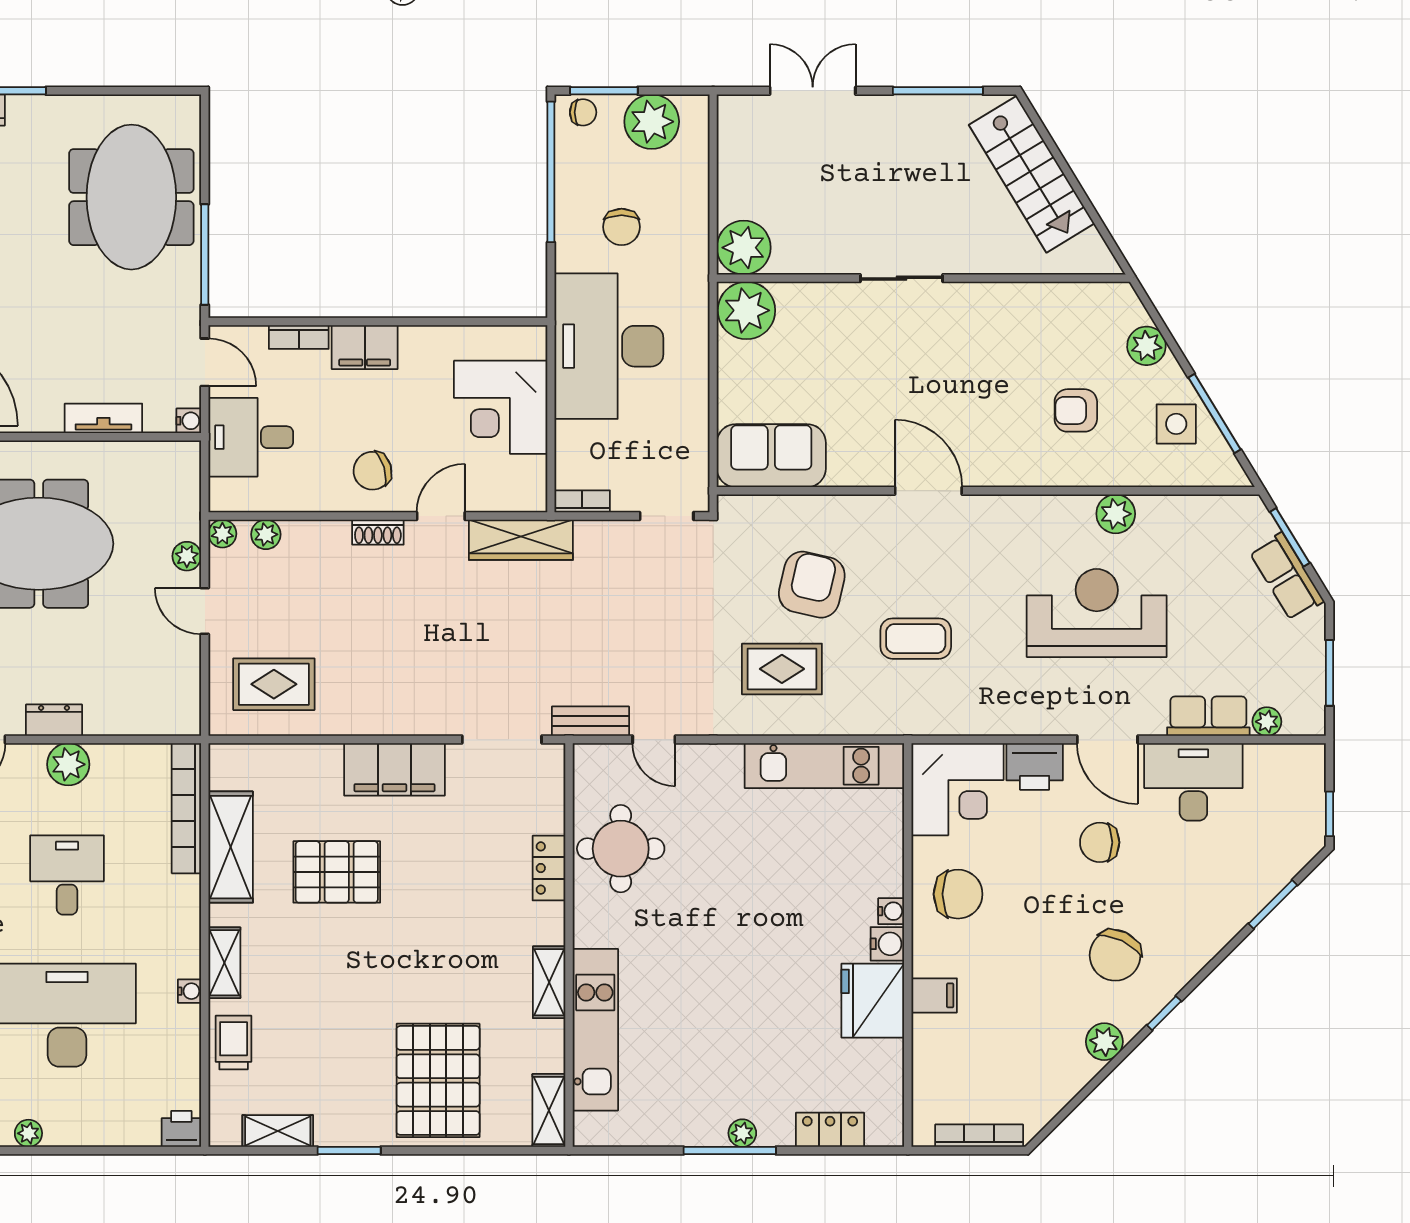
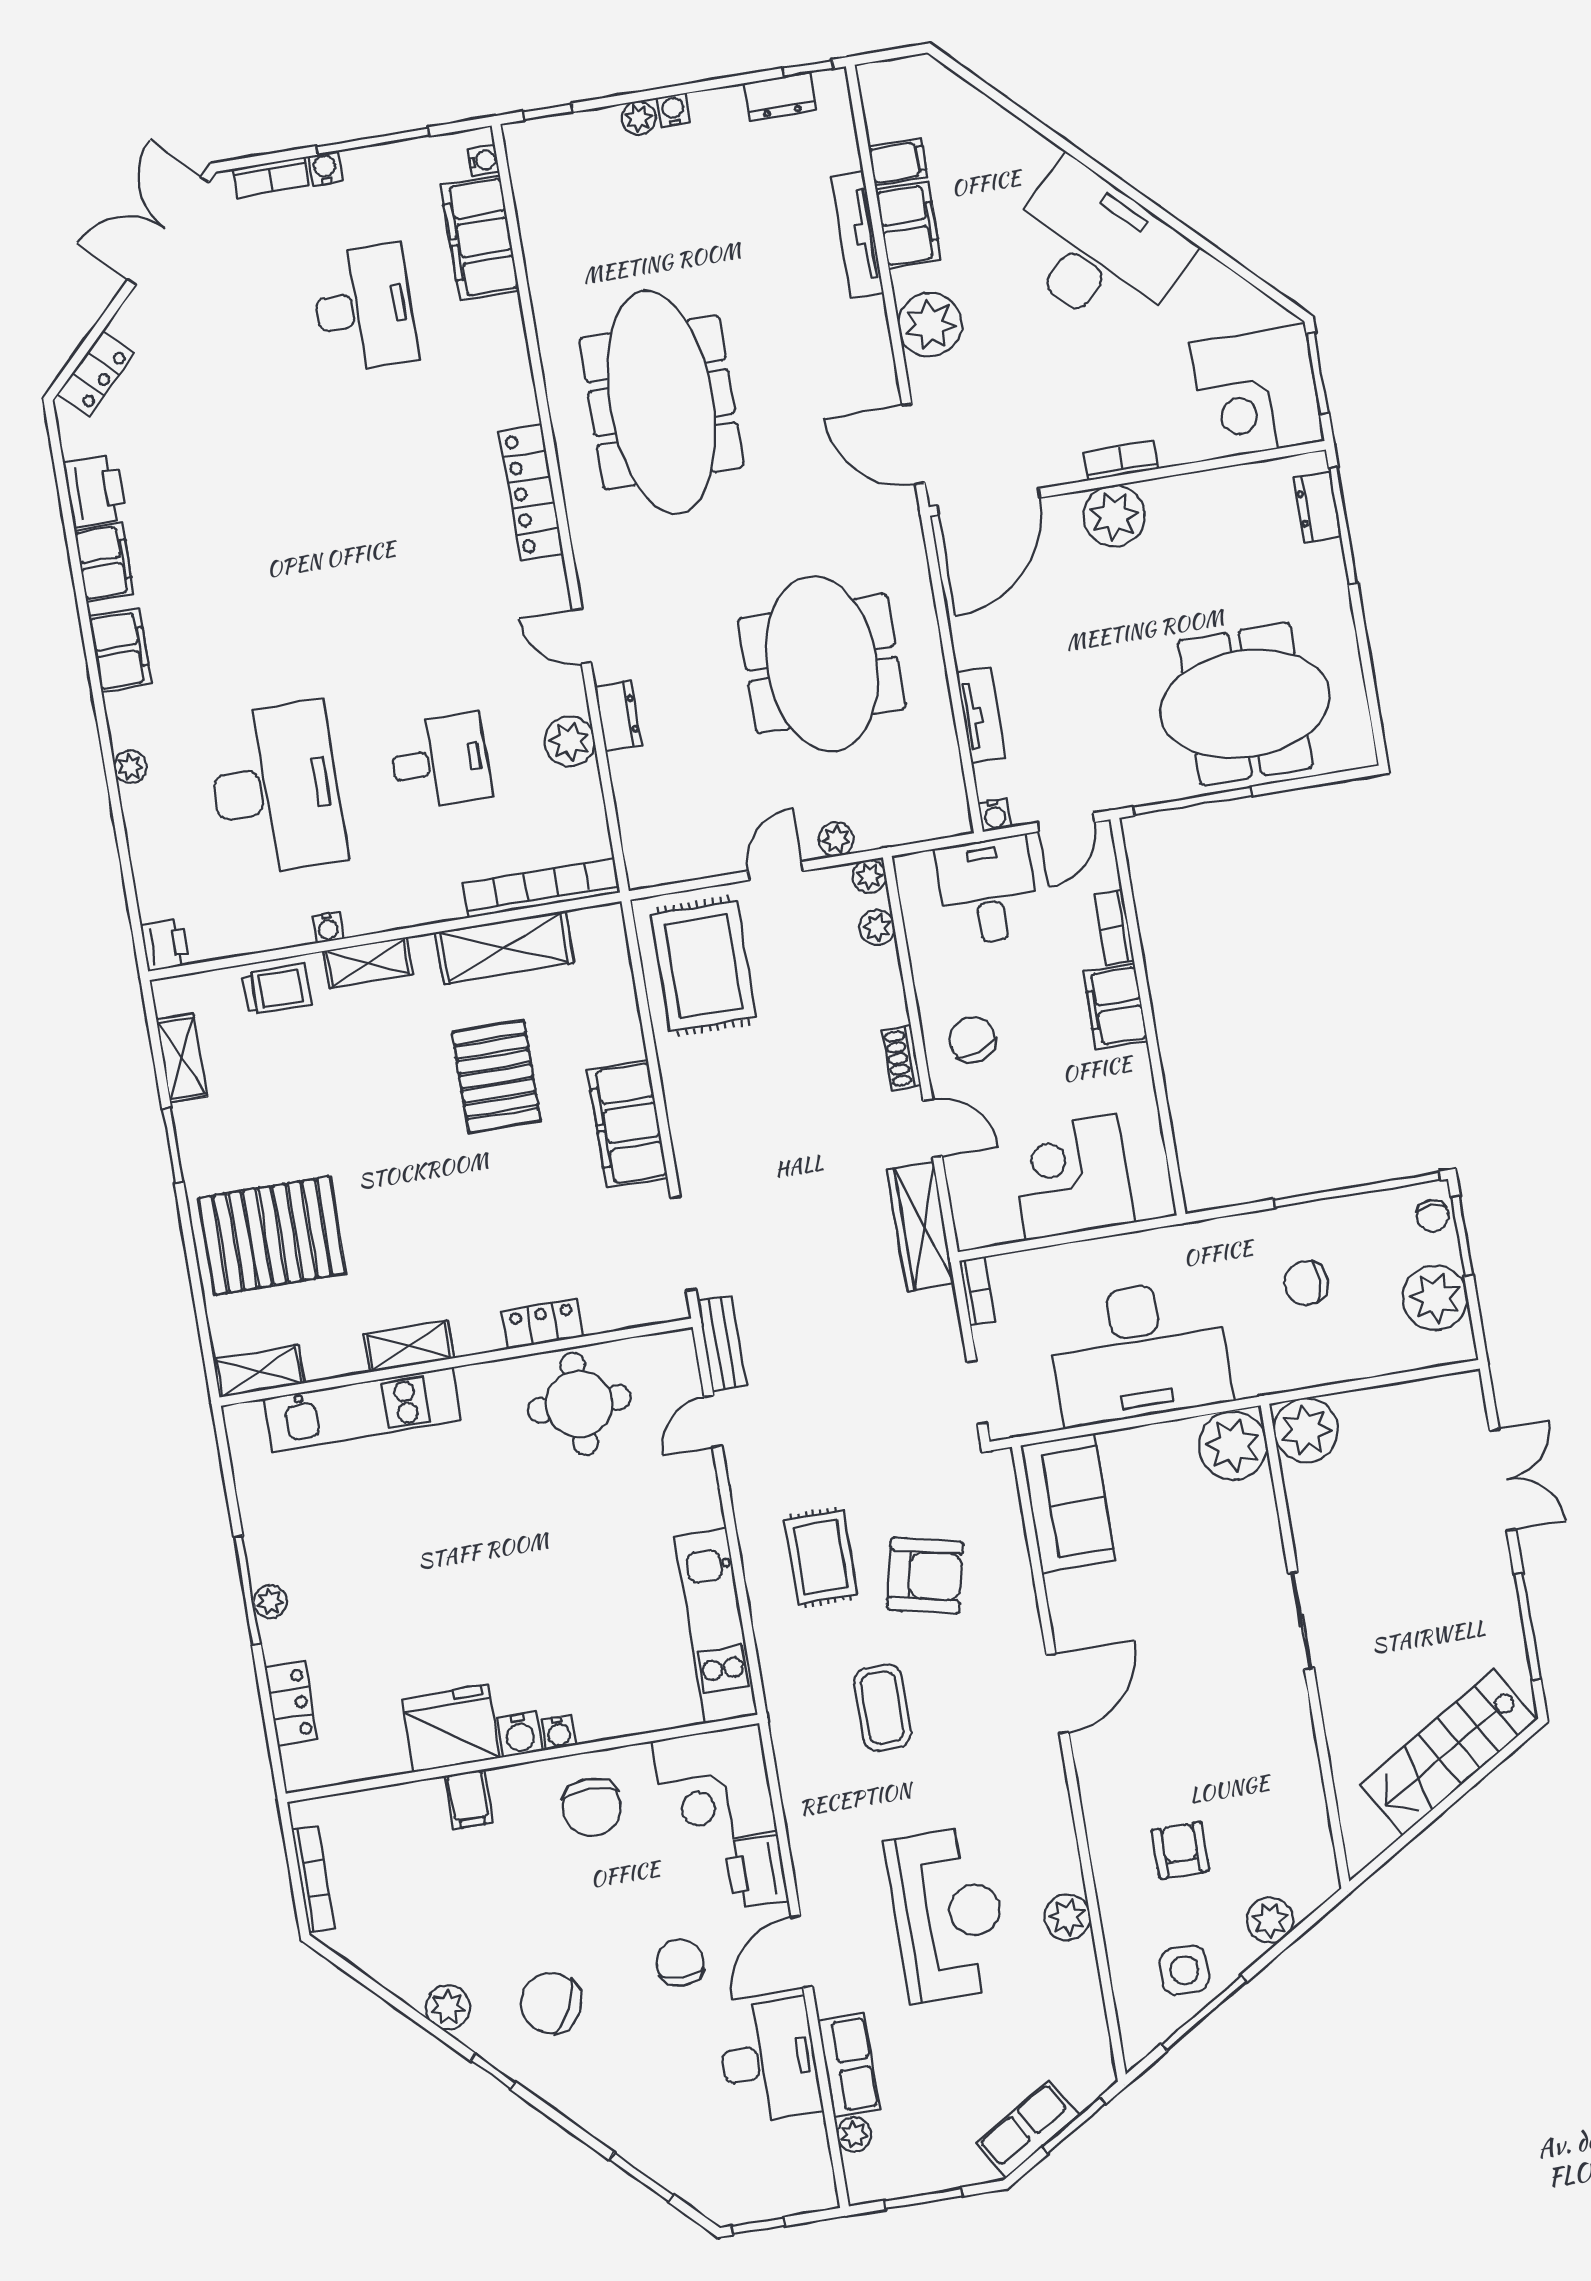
desk: (609, 346) -> (1139, 1351), moved, turned 180
rug: (274, 684) -> (703, 966), width x1.36, depth x1.43

